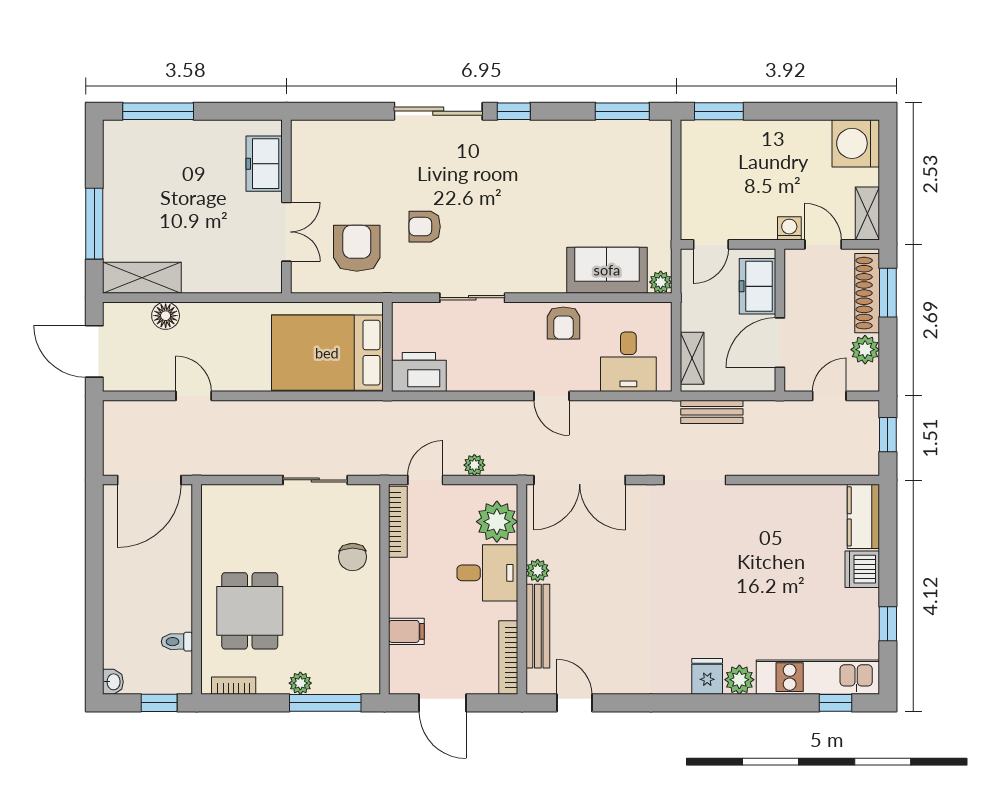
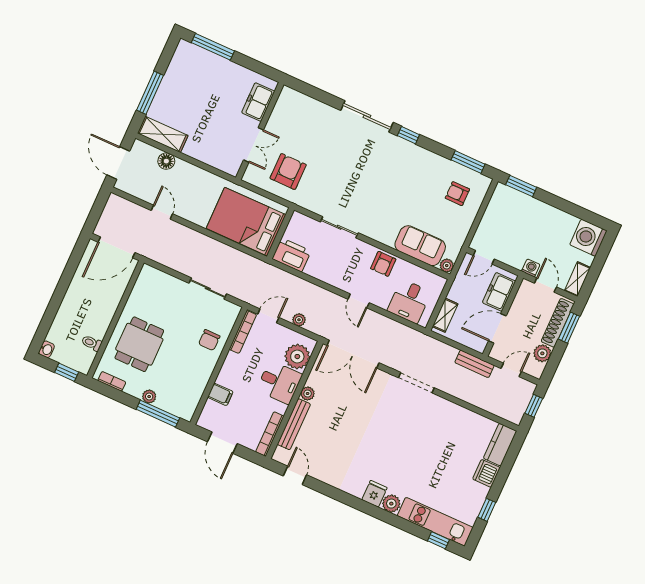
armchair: (425, 227) -> (457, 194), moved
bench: (712, 412) -> (474, 364), moved

